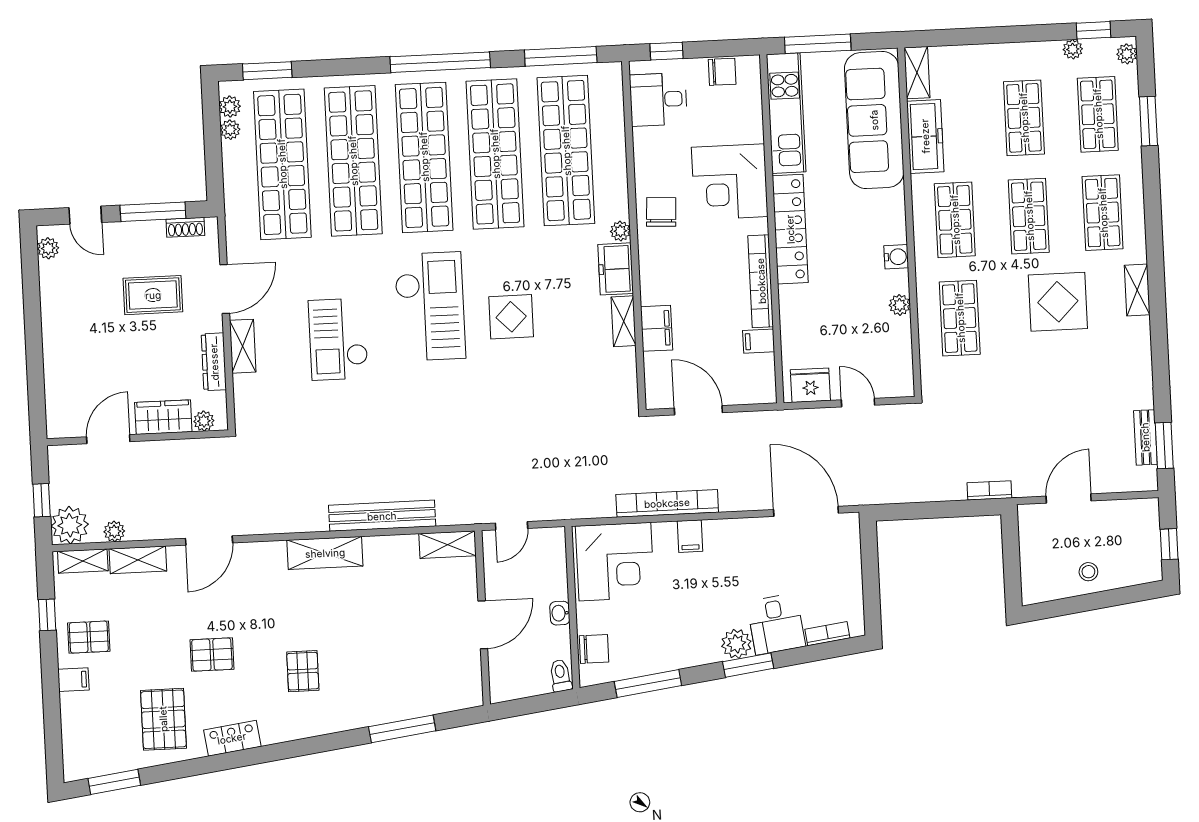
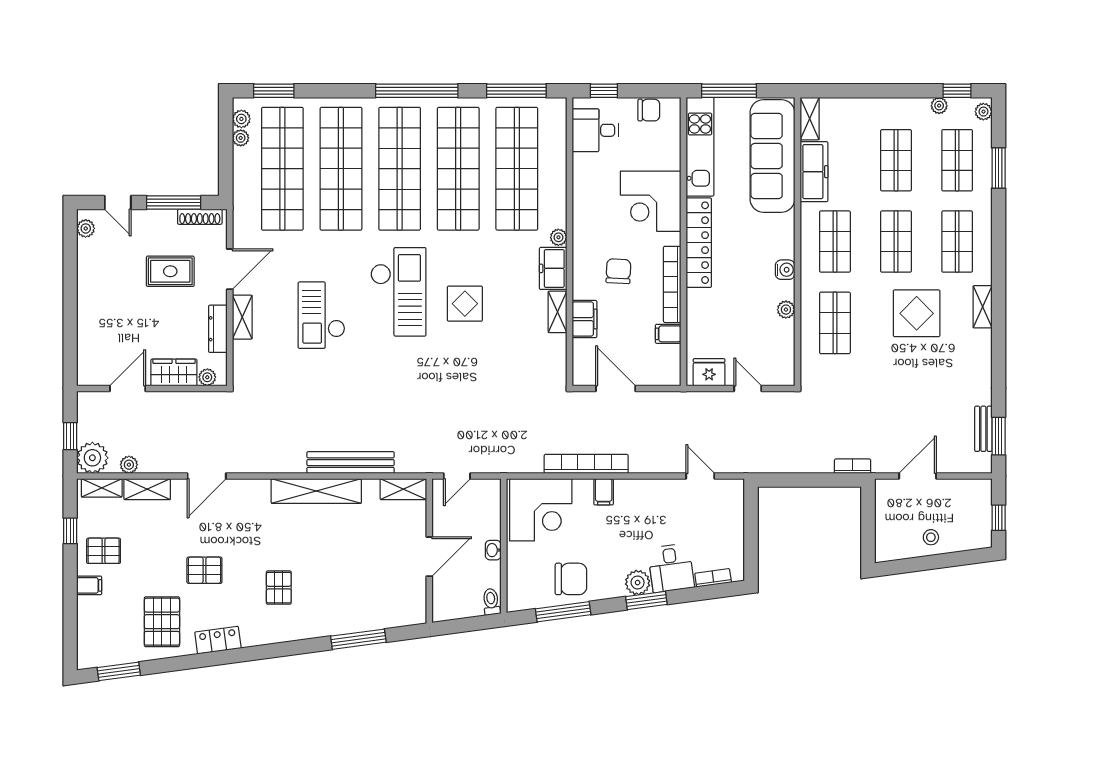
chair: (661, 212) -> (618, 271), moved
shoe rack: (185, 227) -> (200, 217), width x1.43
door: (806, 511) -> (700, 476), width x0.53
shelving: (325, 553) -> (316, 491), width x1.47
chair: (594, 649) -> (571, 579), moved, width x1.37, depth x1.37

